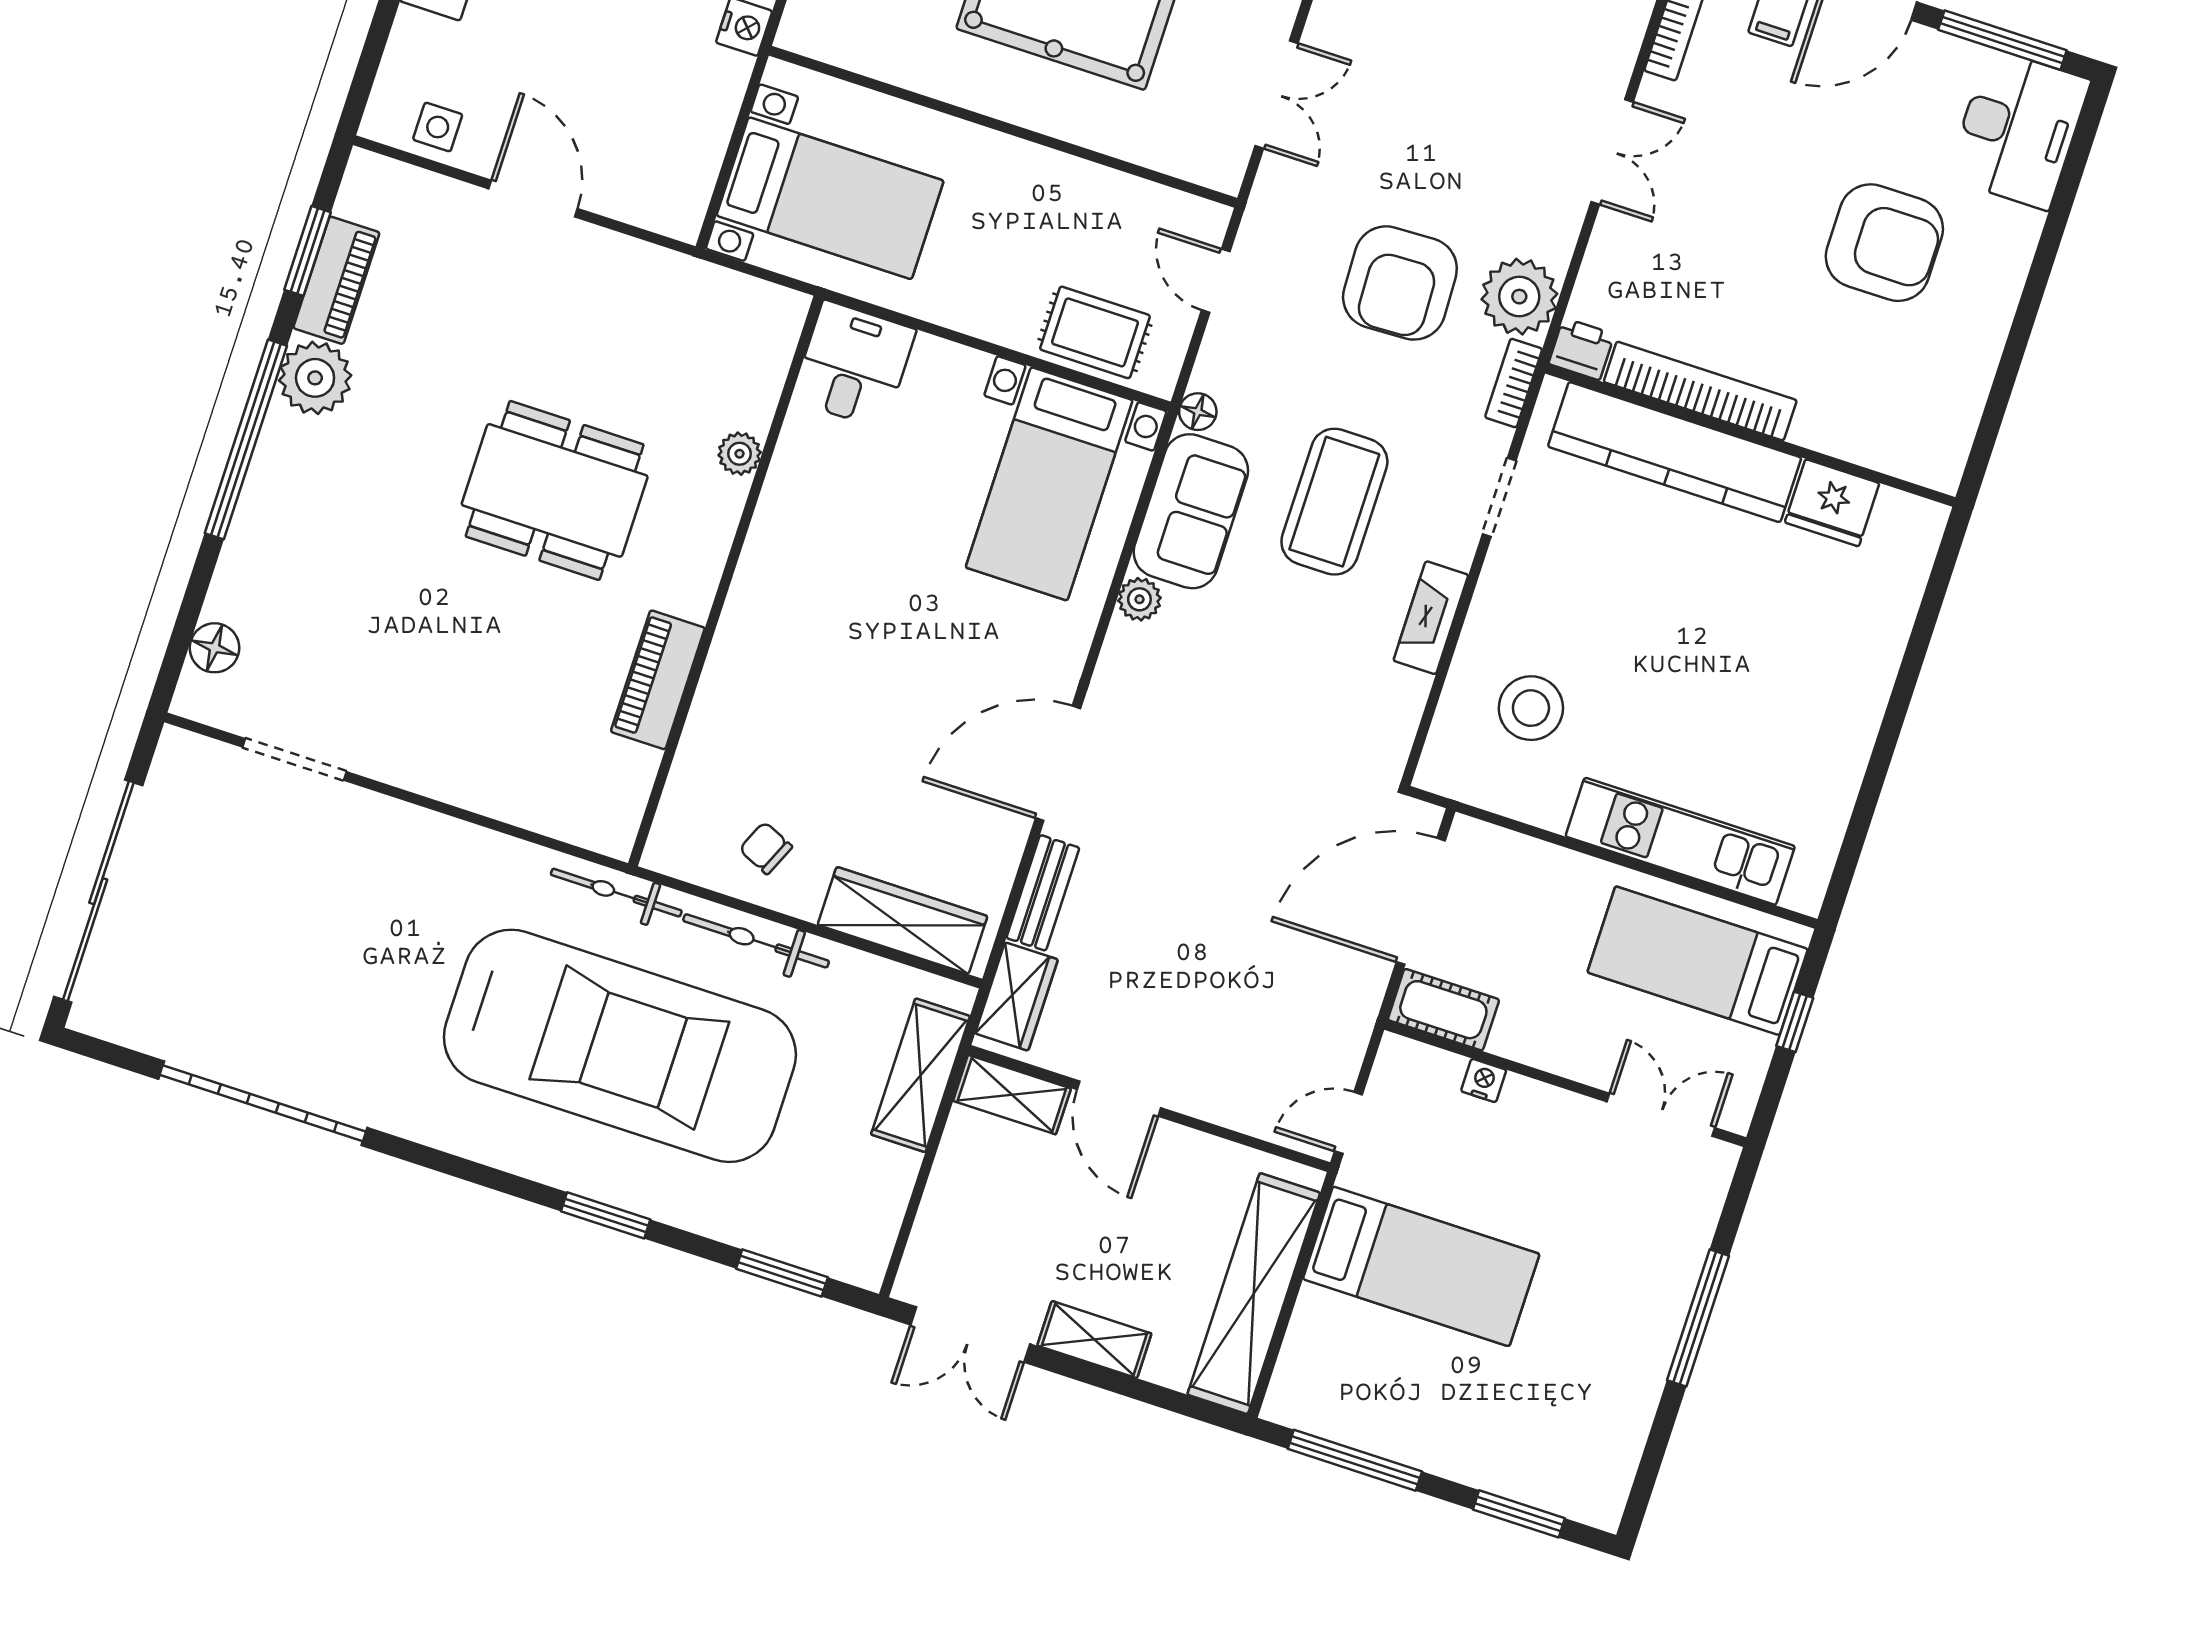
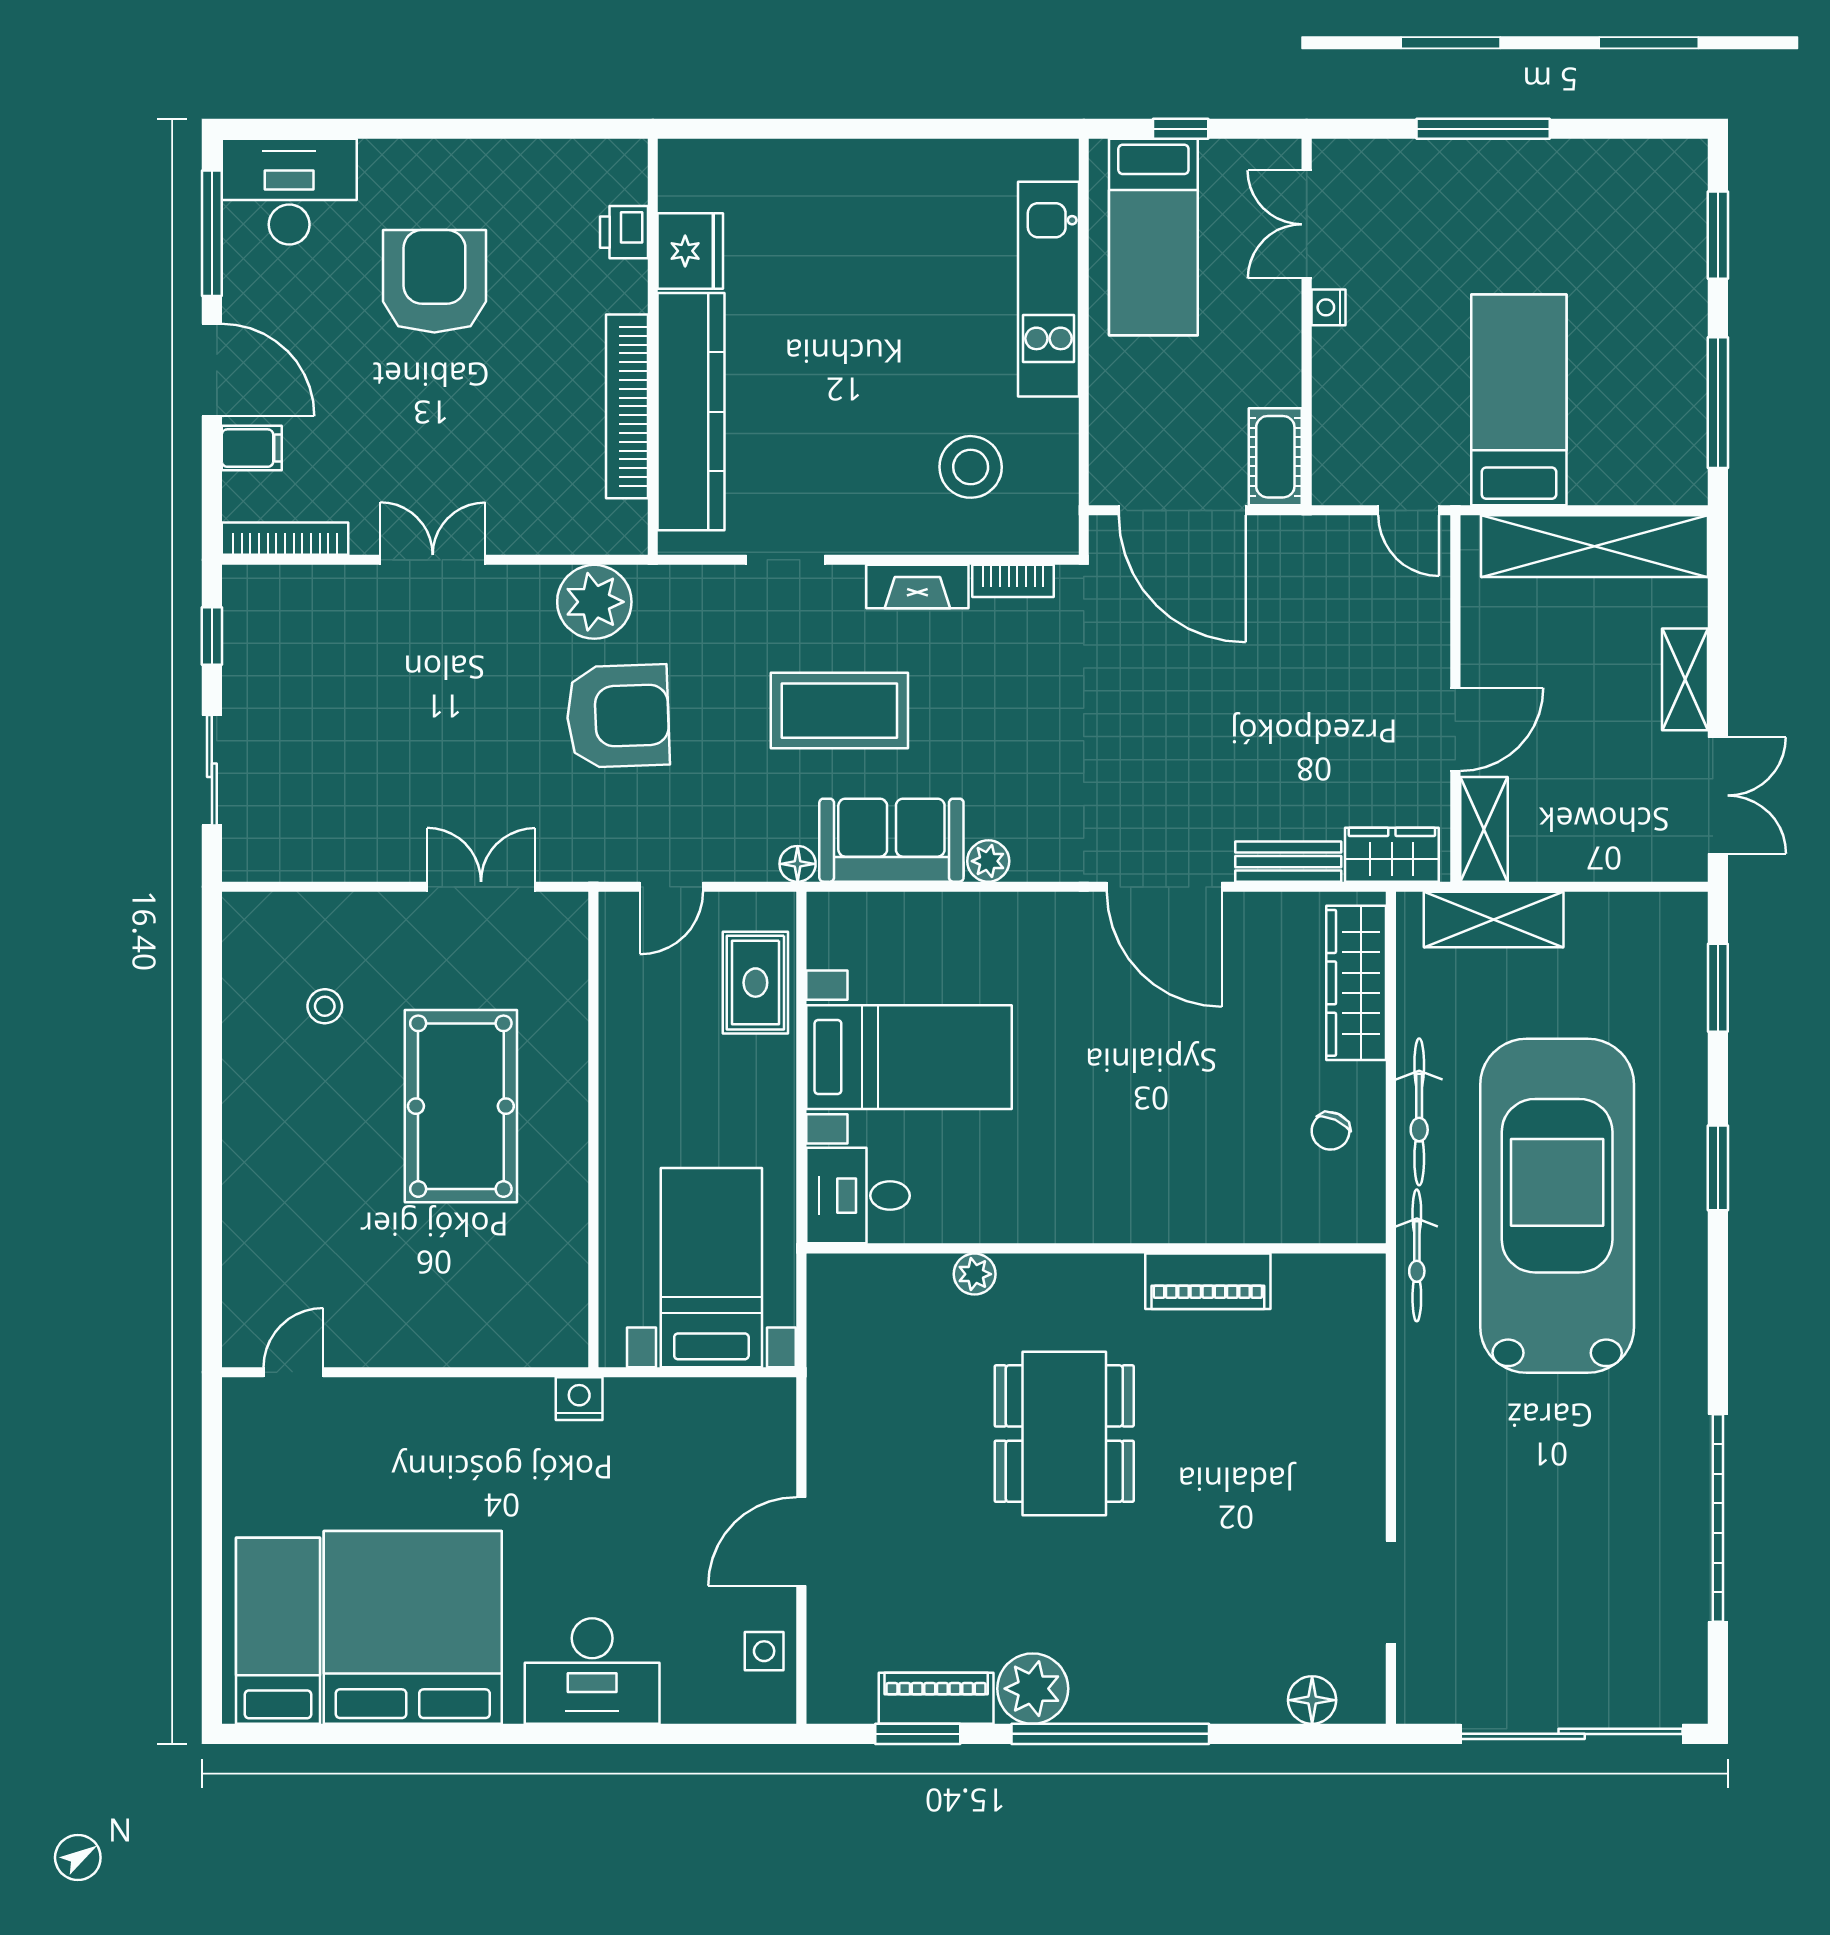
printer: (1581, 349) -> (624, 232), moved
bookcase: (1514, 383) -> (1013, 581), moved
bed with nightstands: (1049, 484) -> (909, 1057), moved
nightstand: (1484, 1081) -> (1329, 307), moved

